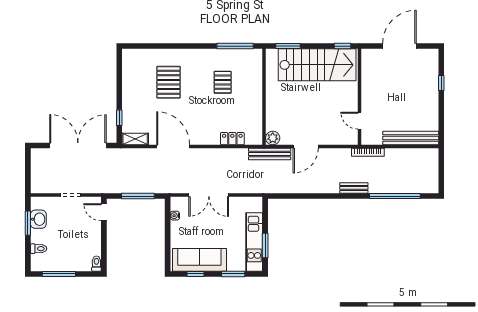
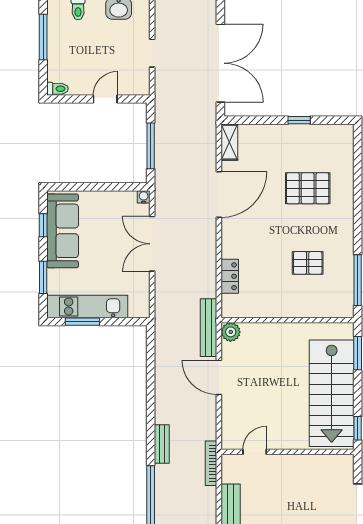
window: (119, 118) -> (299, 120), moved
door: (104, 212) -> (105, 99), moved
water cooler: (175, 216) -> (144, 197), moved

